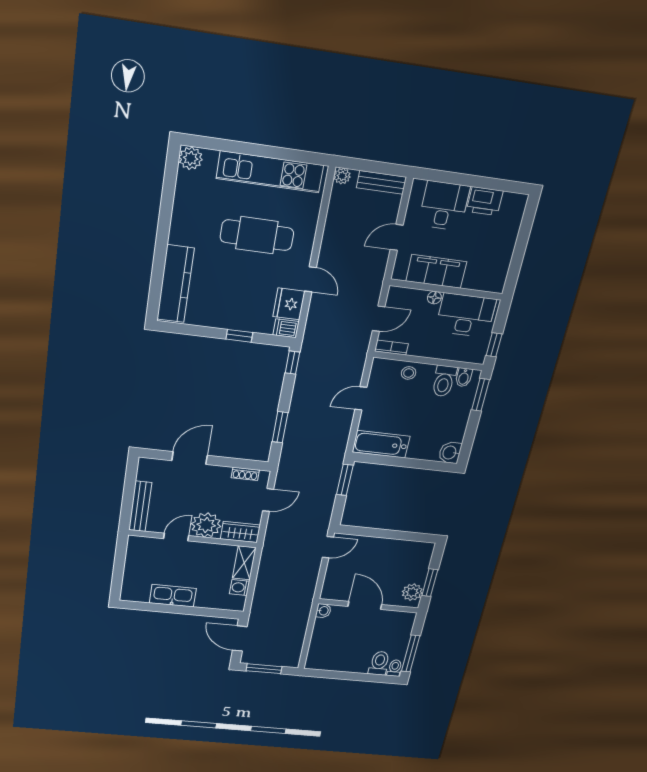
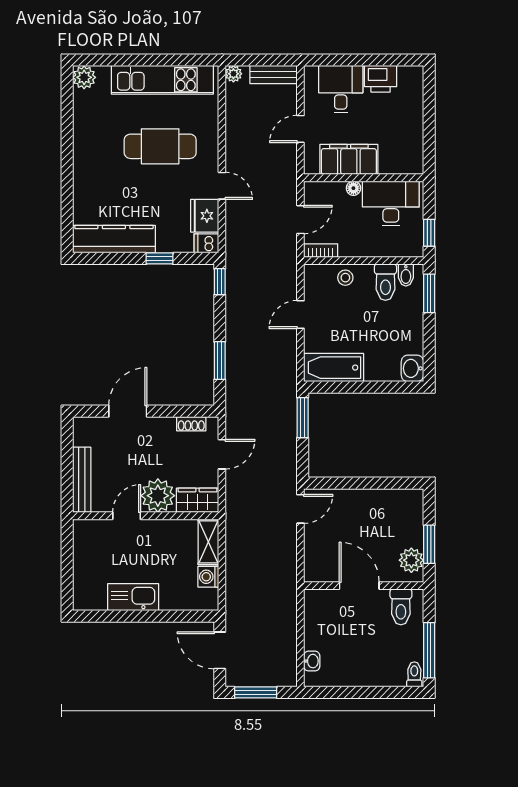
kitchen counter: (175, 284) -> (114, 239), moved, turned -90
washbasin: (323, 611) -> (312, 661), moved
toilet: (379, 663) -> (401, 607), moved, turned 180

